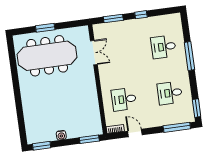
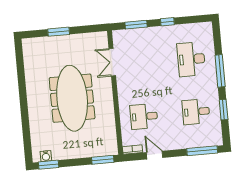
desk: (163, 47) -> (191, 59), width x1.37
double door: (94, 53) -> (112, 62), swing flipped
meeting table: (47, 56) -> (72, 98), moved, turned 90
window: (197, 108) -> (224, 110), moved
water cooler: (61, 135) -> (46, 156), moved

